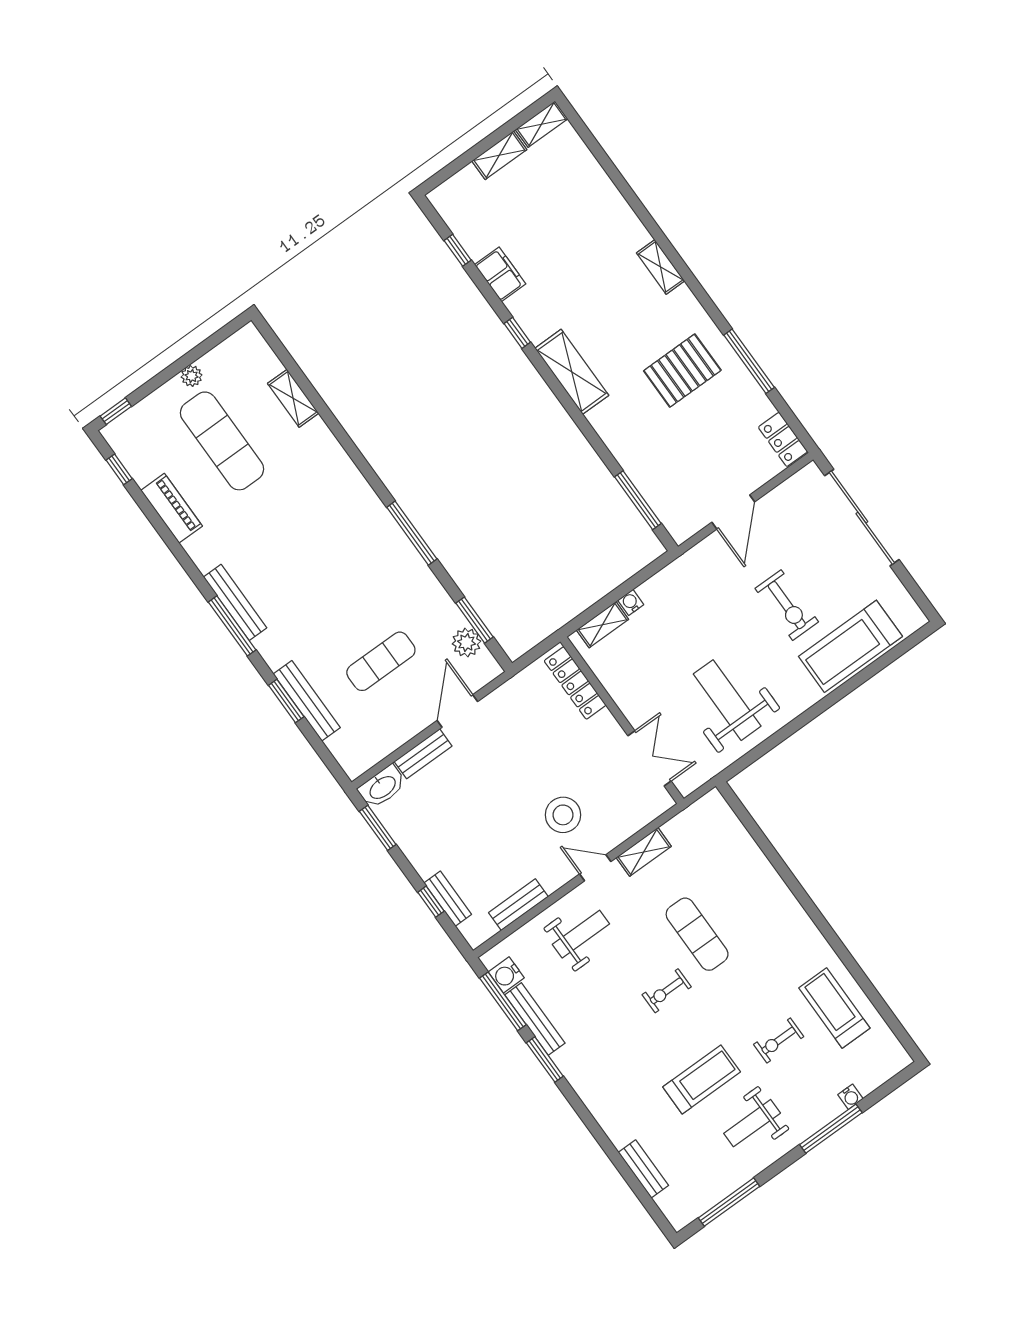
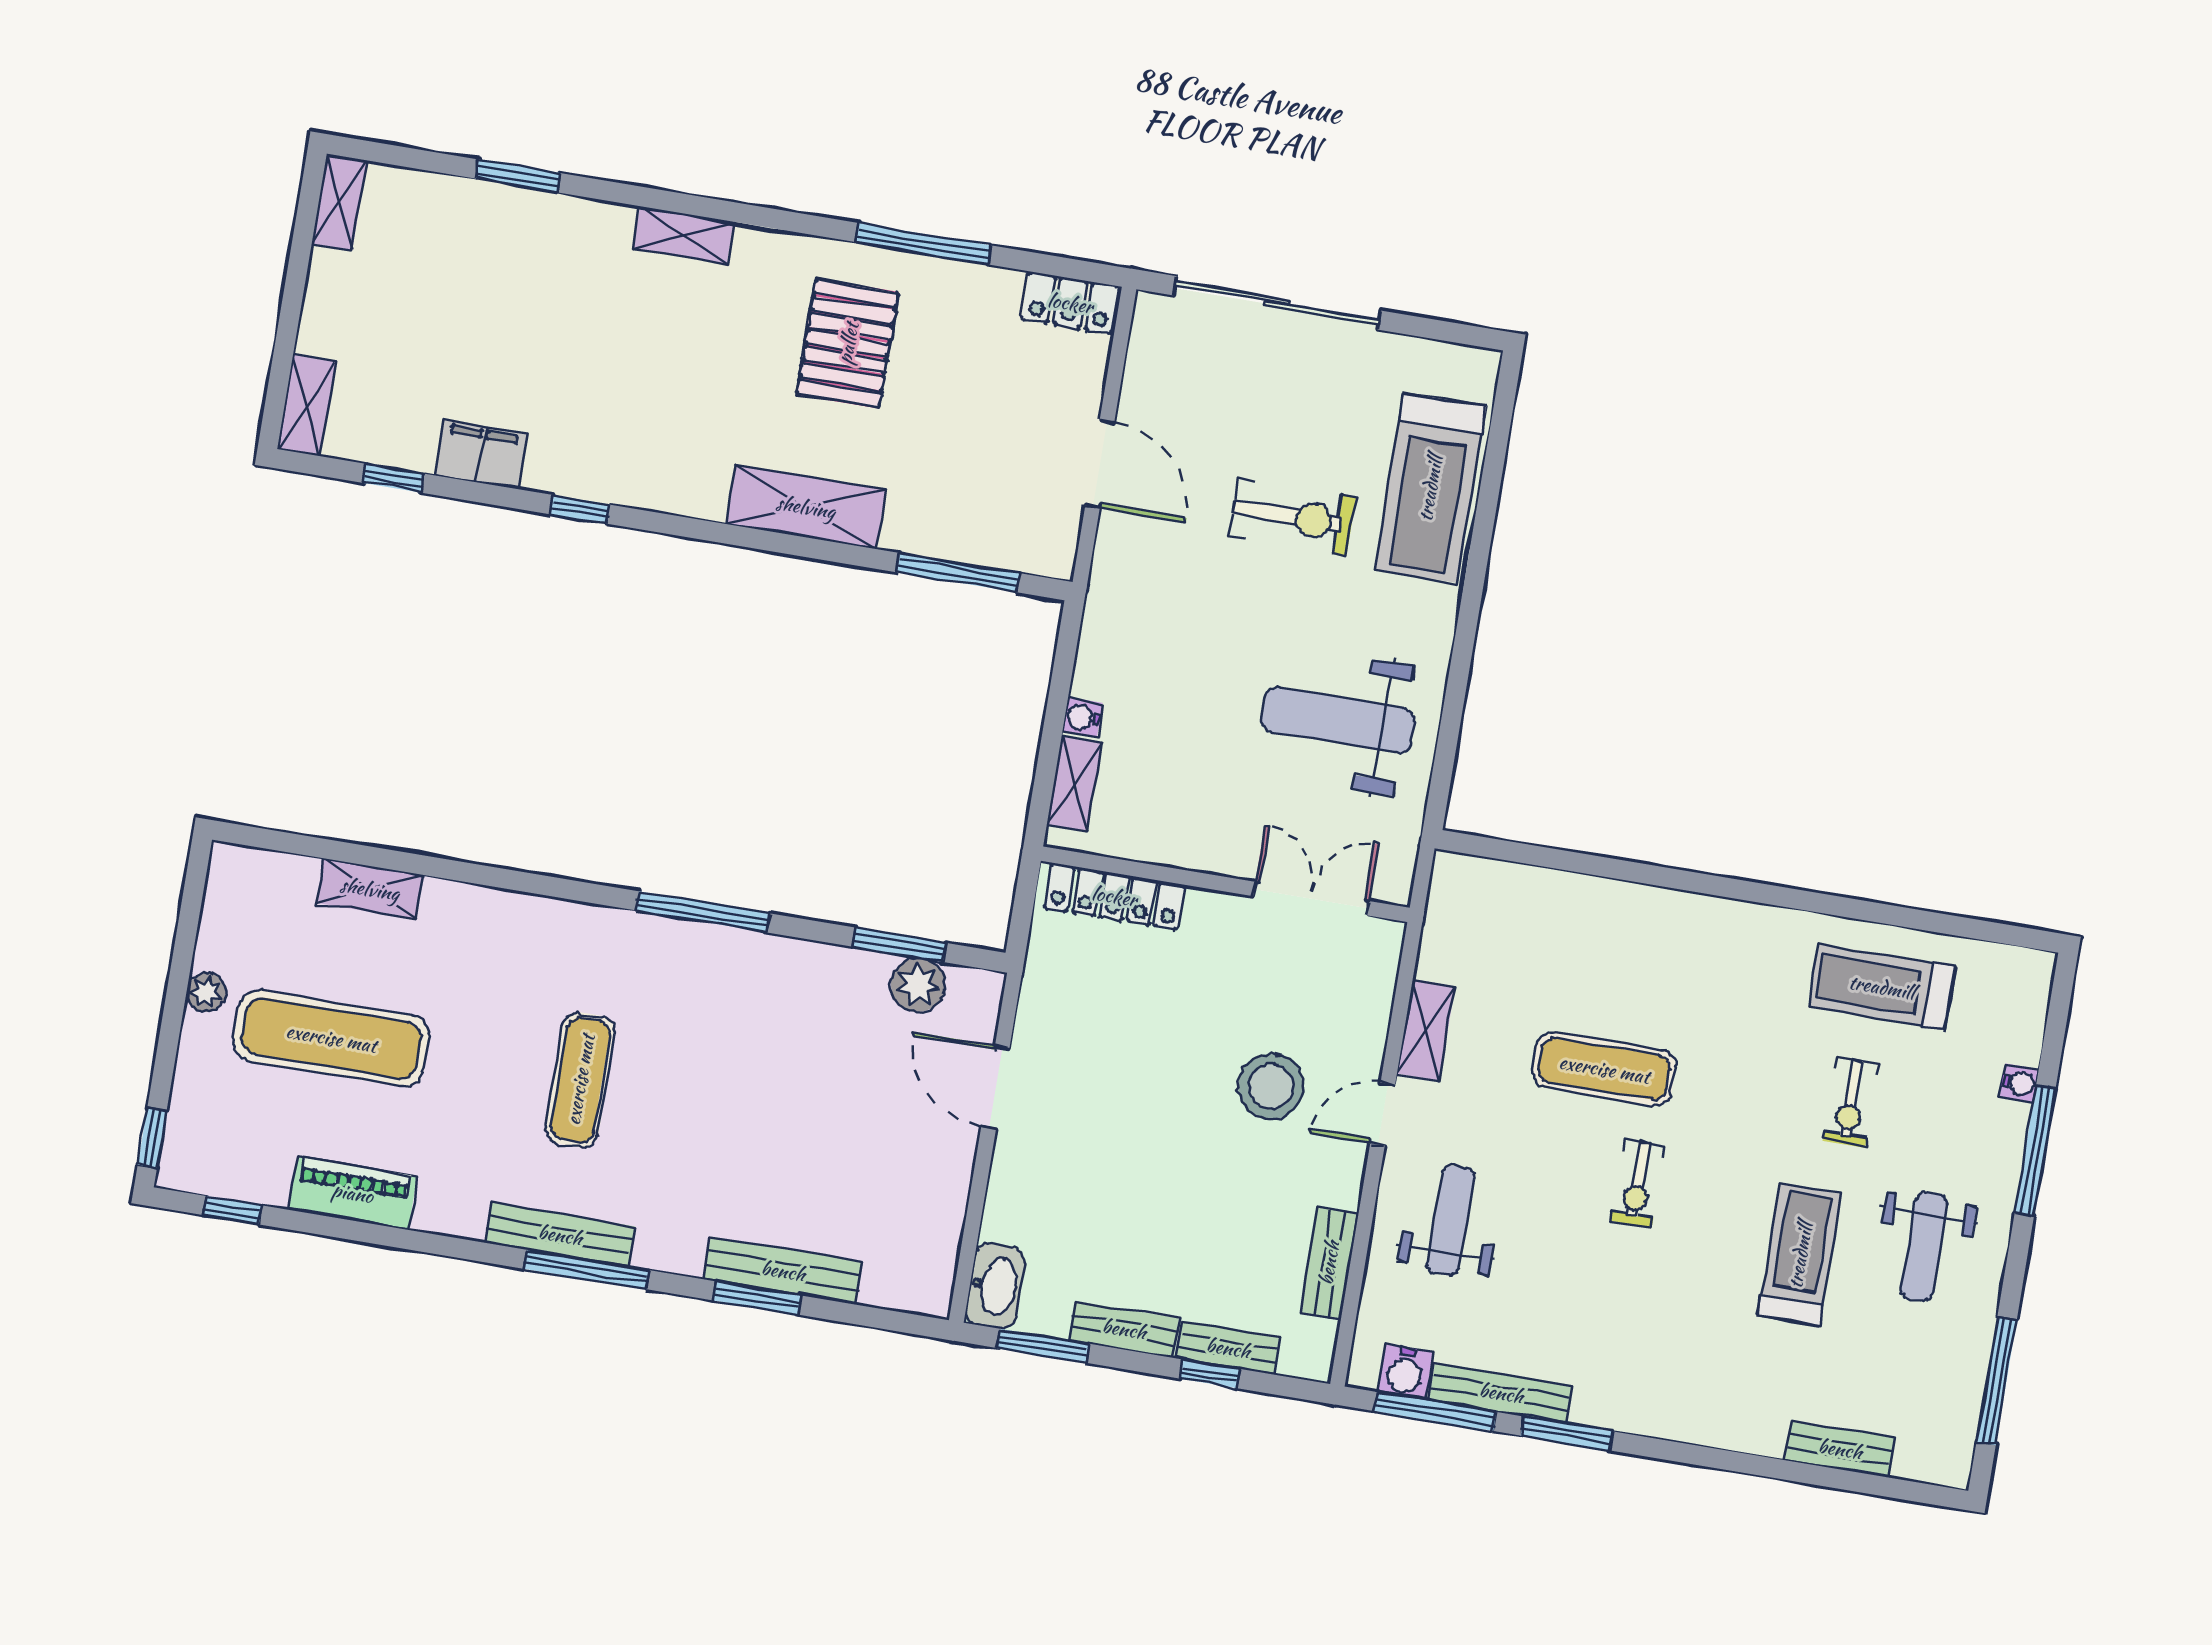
shelving: (499, 155) -> (306, 405), moved
window: (620, 182) -> (518, 176), added
shelving: (572, 372) -> (806, 507), moved
exercise mat: (381, 661) -> (580, 1080), moved
bench: (423, 754) -> (1124, 1329), moved, turned 90

